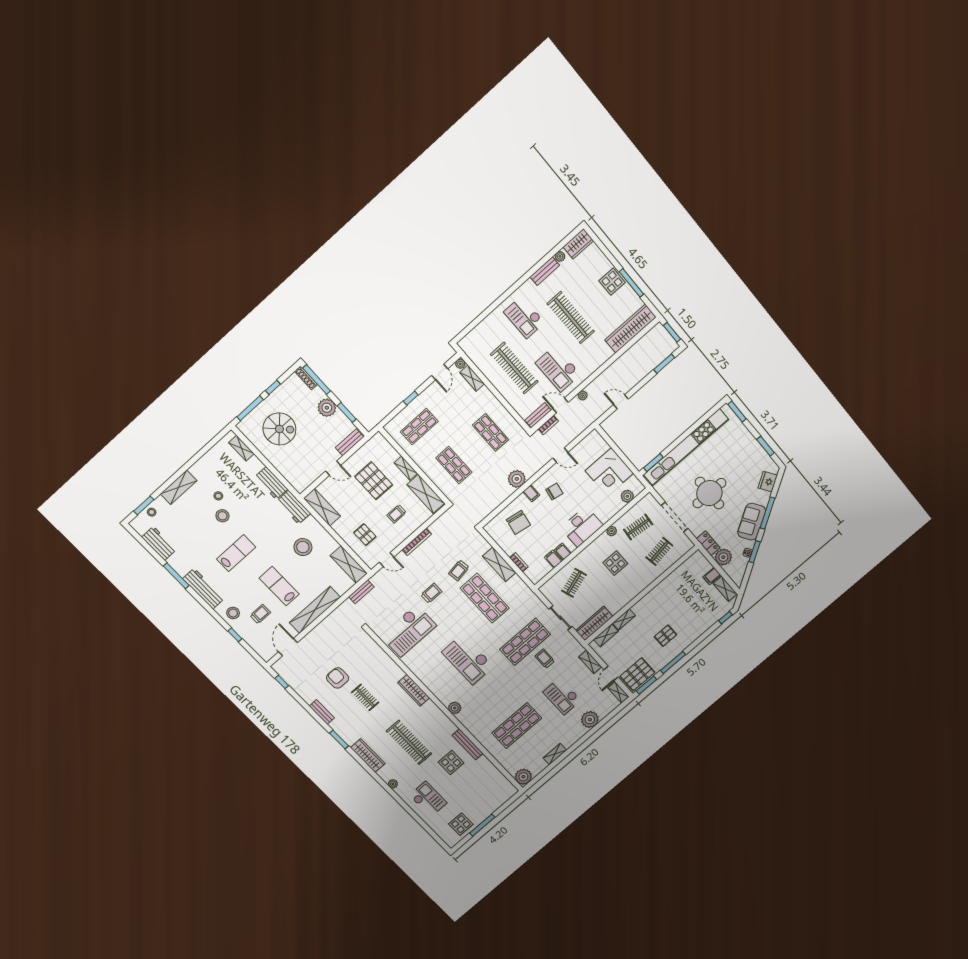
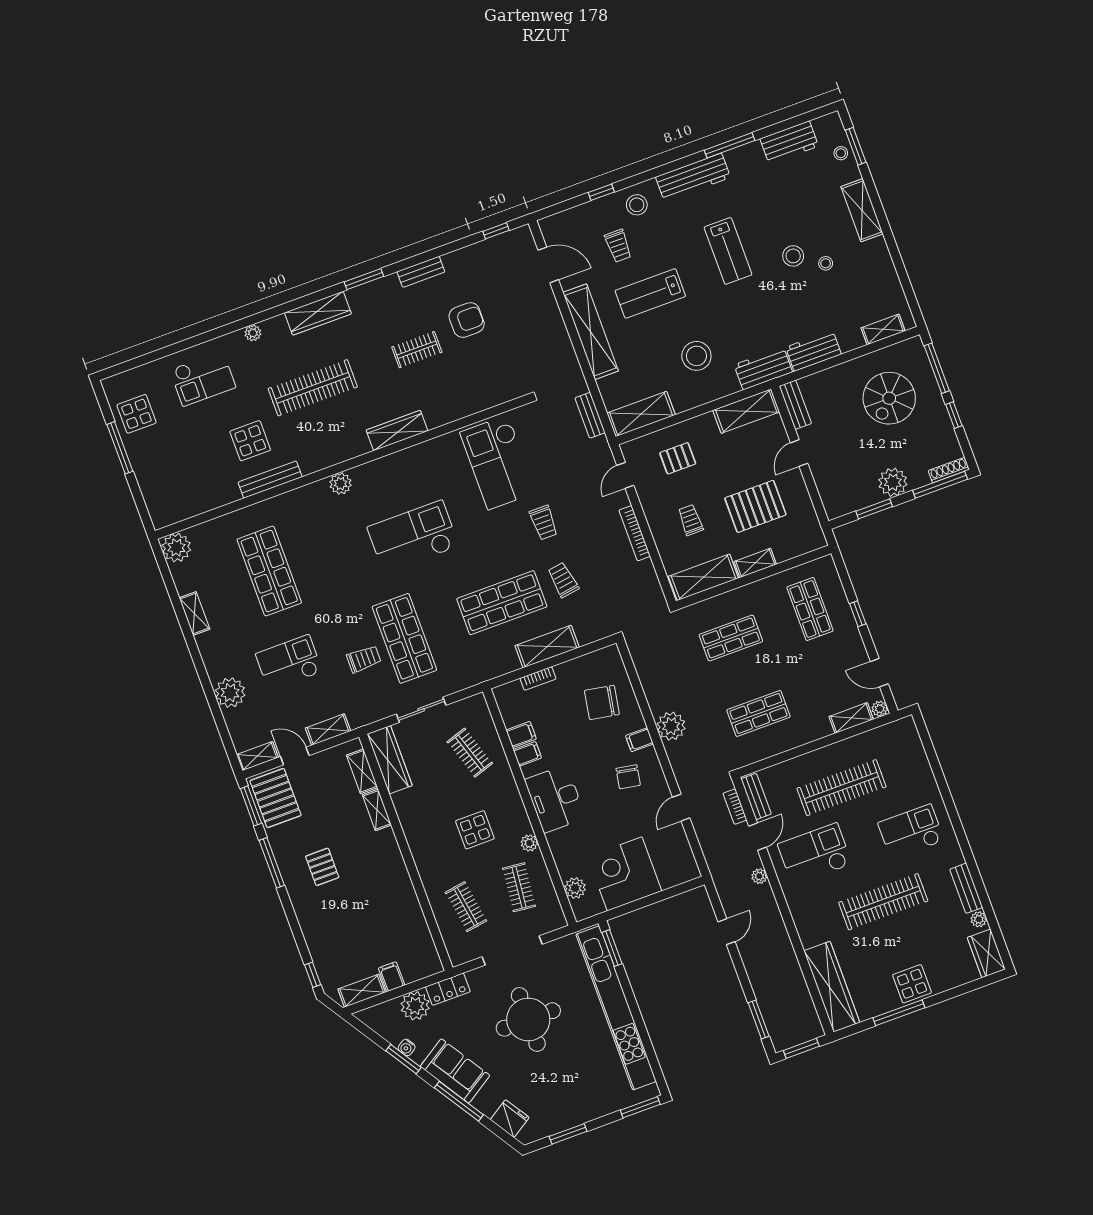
bench: (350, 442) -> (795, 405), moved
lab bench: (279, 586) -> (650, 293), turned 180

